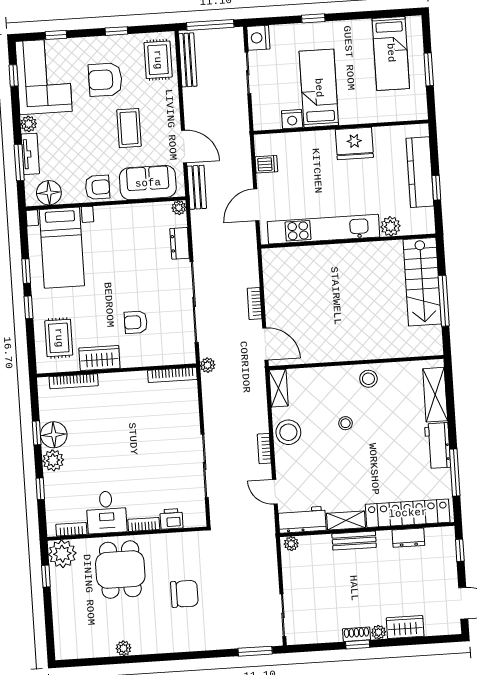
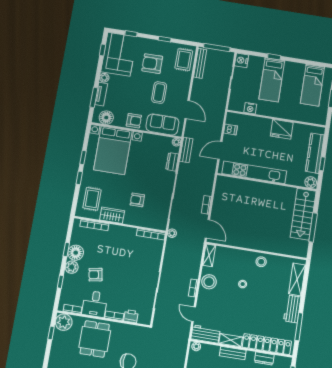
bed: (319, 88) -> (272, 80), moved, turned 180
bench: (197, 187) -> (186, 150), moved
plant: (391, 226) -> (311, 182), moved
bed with nightstands: (62, 248) -> (113, 150), width x1.36
armchair: (96, 464) -> (96, 275), added

